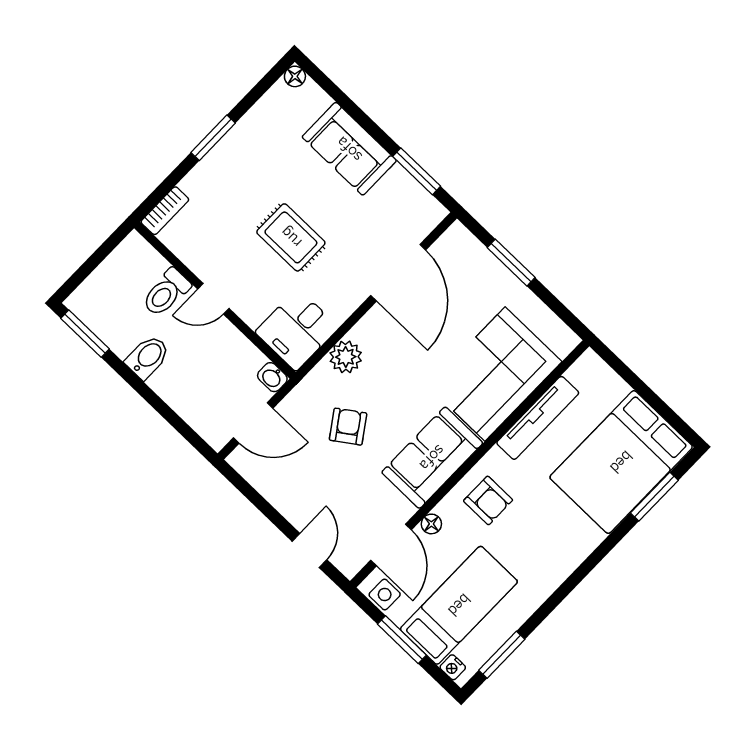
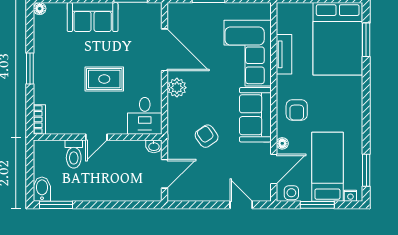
bidet: (148, 357) -> (42, 189), moved
plant: (346, 357) -> (177, 88), moved
tv unit: (538, 418) -> (284, 54), width x0.71
armchair: (488, 500) -> (297, 110), turned 90
door: (391, 545) -> (274, 169), hinge flipped

